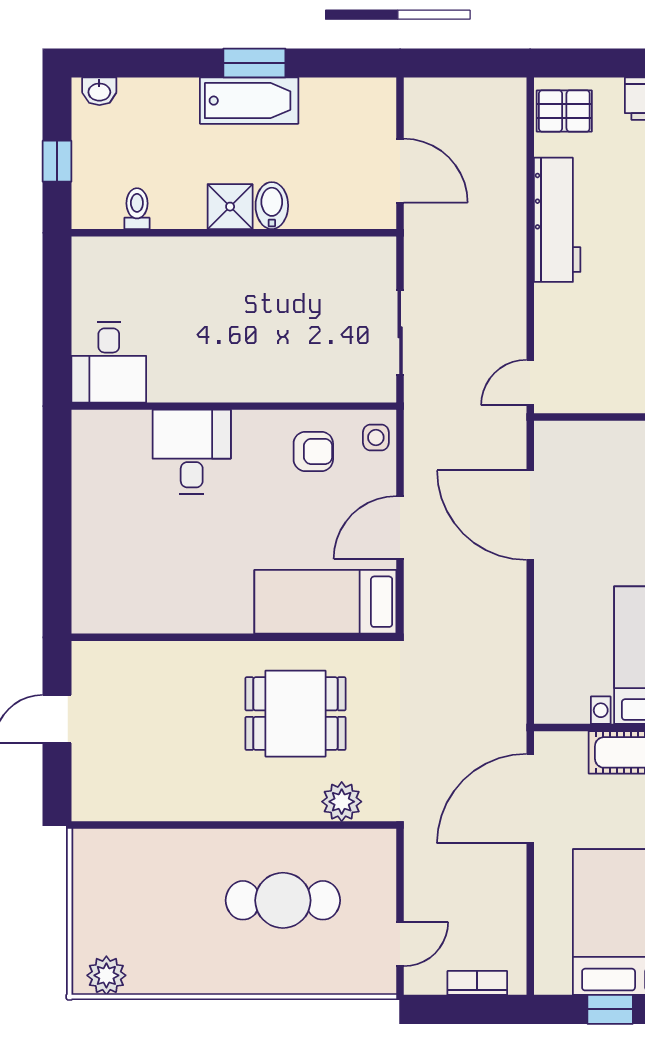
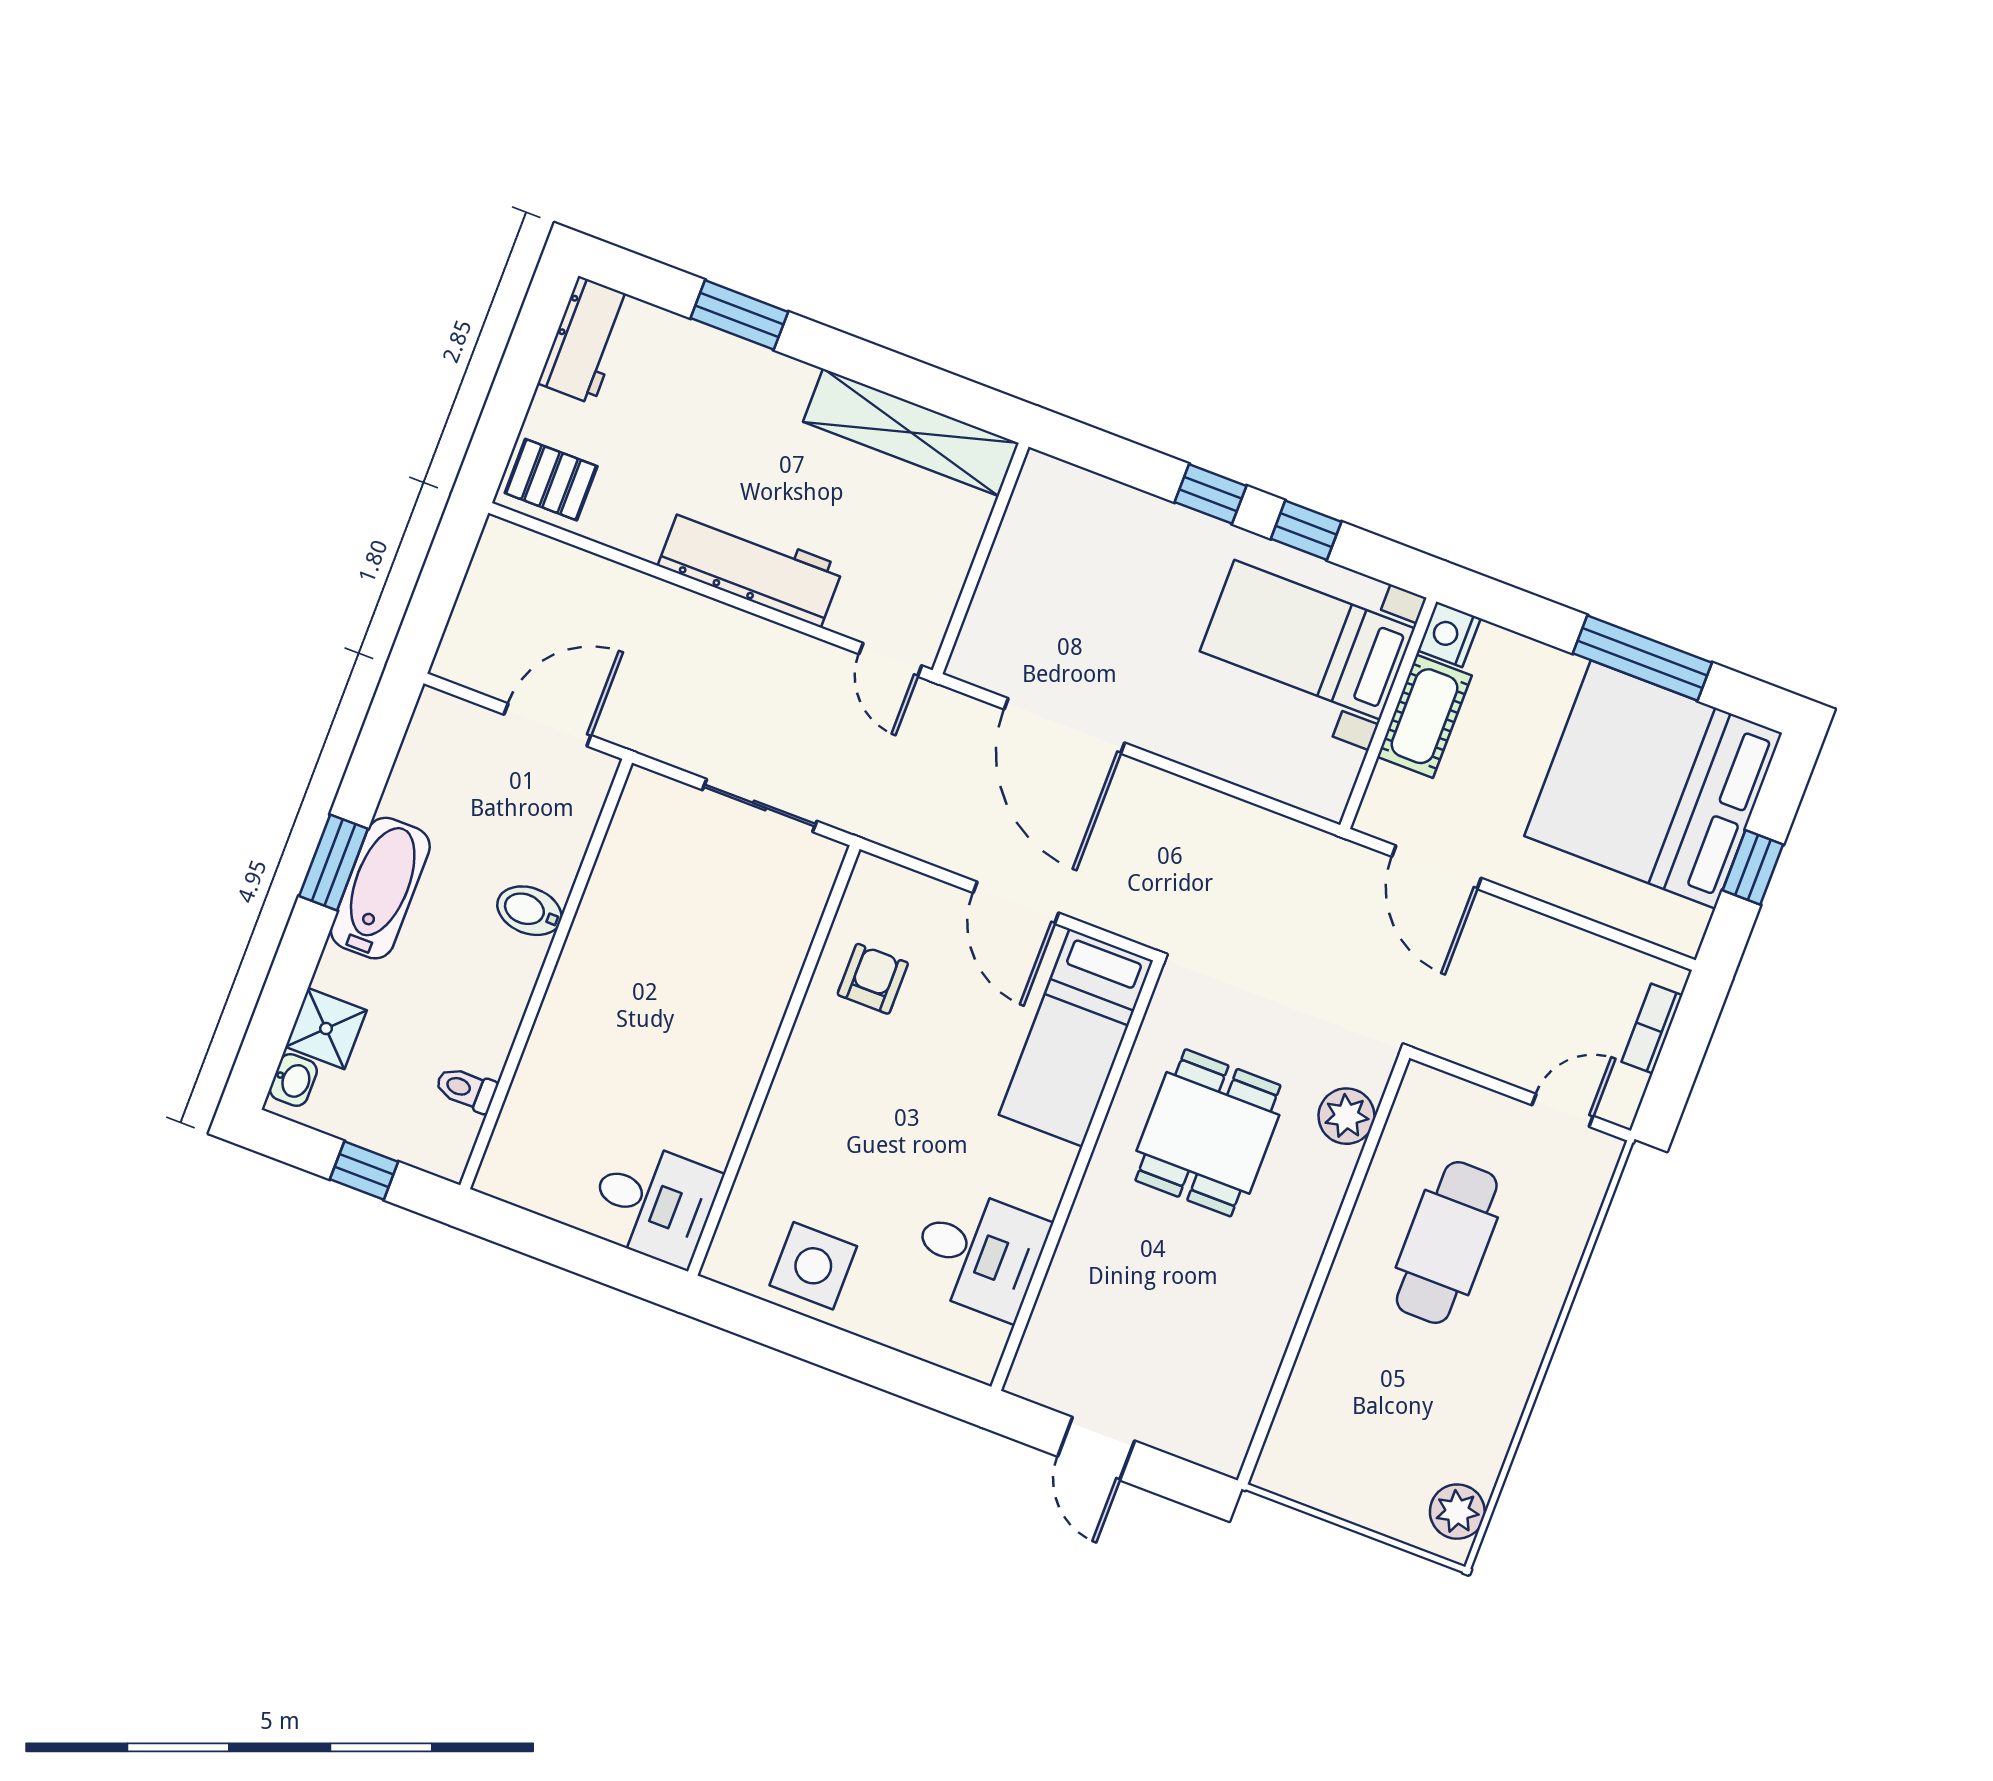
pallet: (564, 111) -> (551, 480), turned 90
shower: (230, 207) -> (326, 1029), moved
workbench: (557, 220) -> (751, 566), moved
side table: (376, 437) -> (813, 1266), moved, width x1.87, depth x1.87
desk: (192, 452) -> (979, 1253), moved, turned 180
door: (530, 515) -> (1064, 726), hinge flipped
door: (530, 799) -> (1437, 867), width x0.73
door: (400, 944) -> (1563, 1110), hinge flipped

